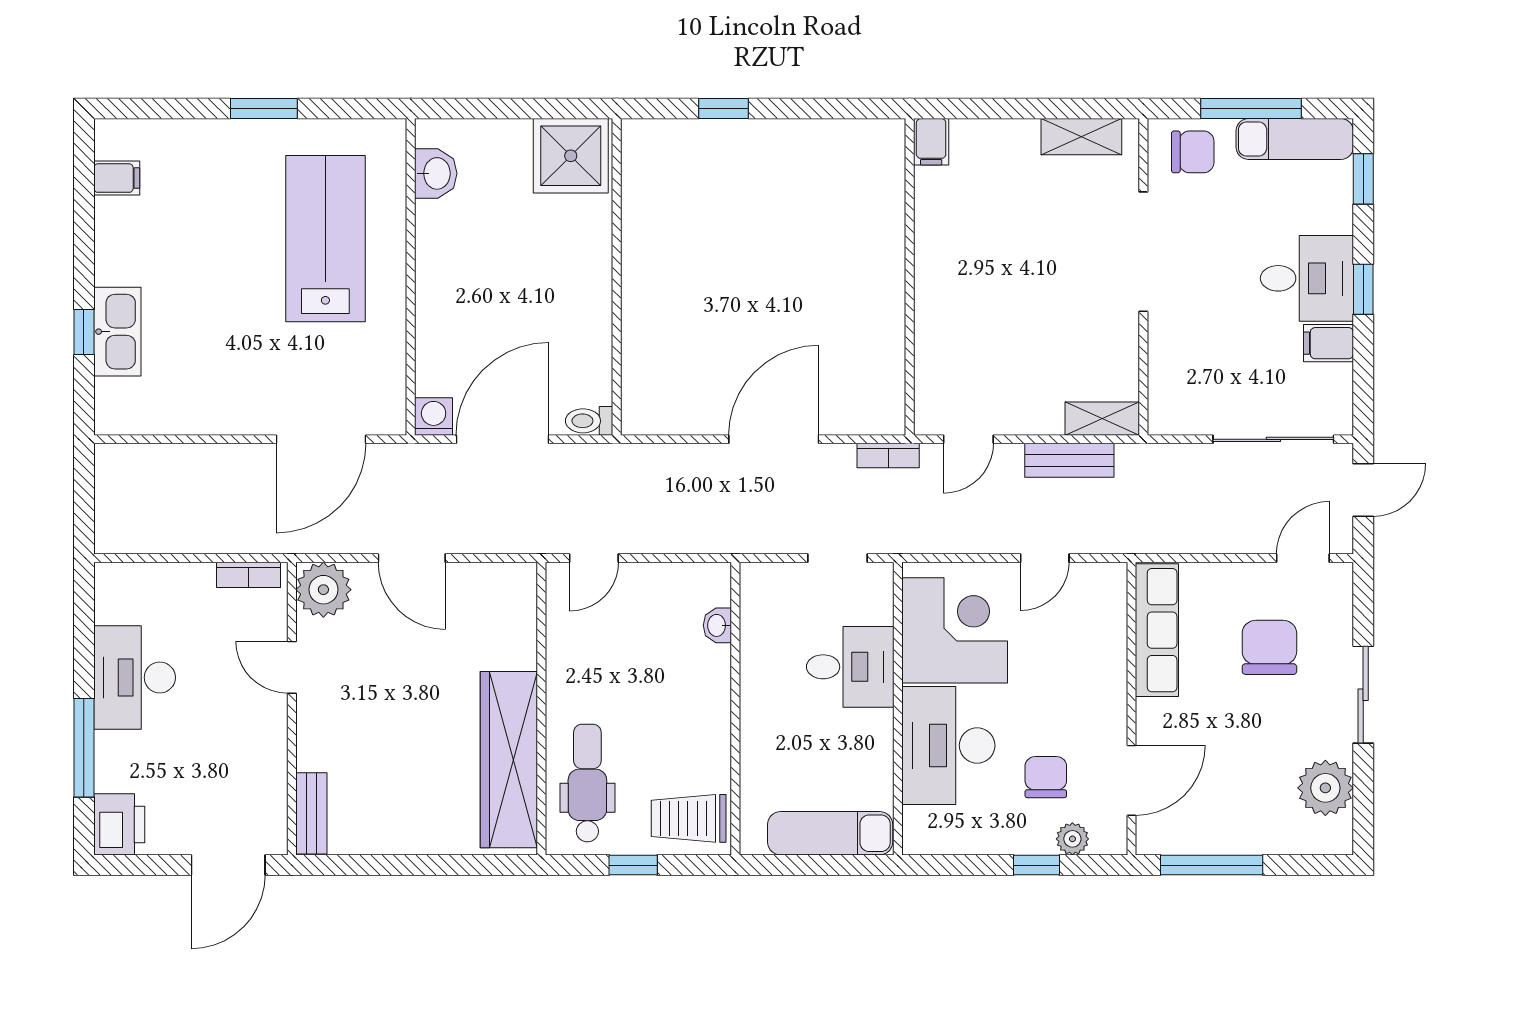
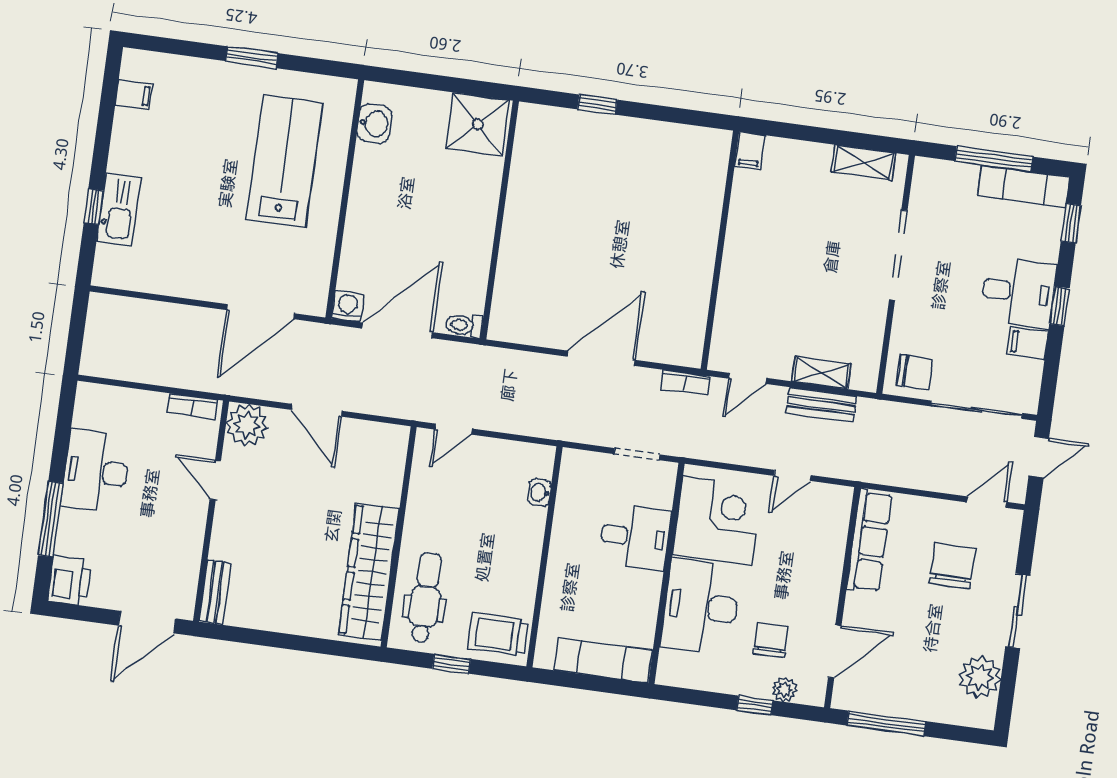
chair: (1193, 152) -> (915, 372), moved
shelving: (1102, 419) -> (822, 373), moved

